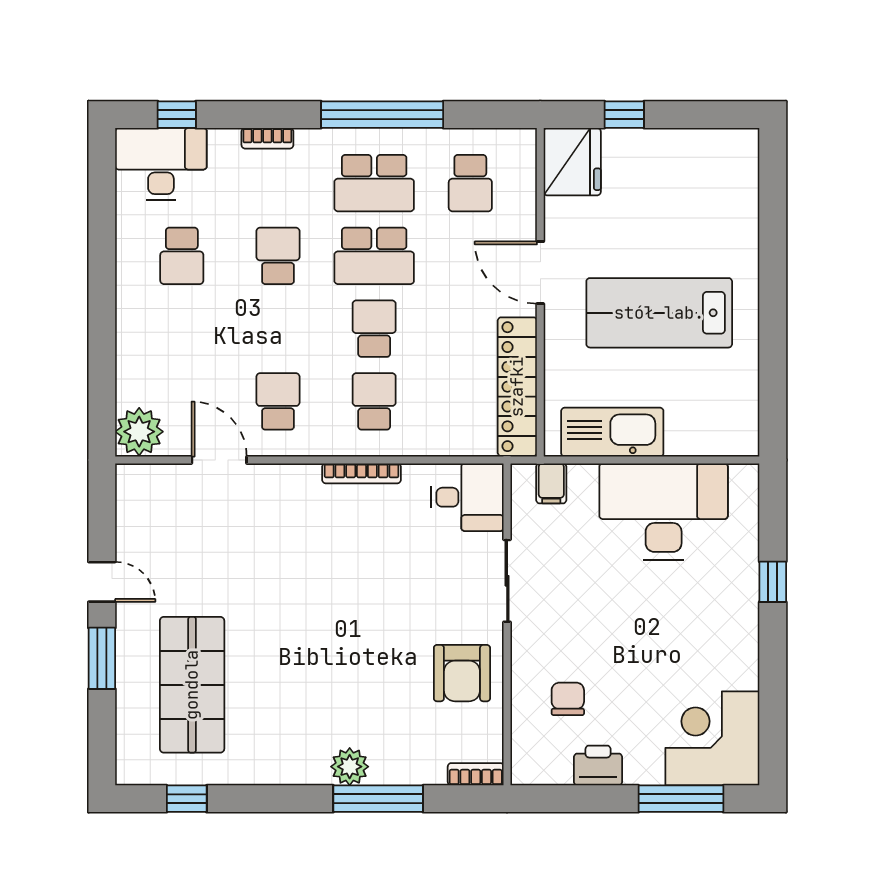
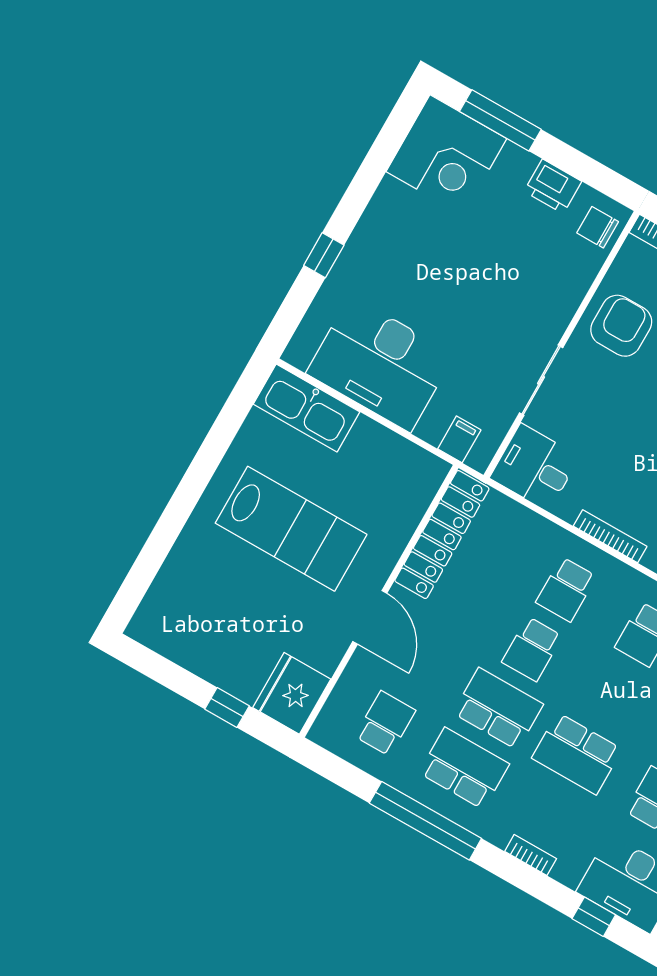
school desk: (278, 256) -> (577, 754), width x1.85
kitchen sink: (612, 432) -> (307, 408), moved
chair: (568, 699) -> (598, 227), moved, turned 90

